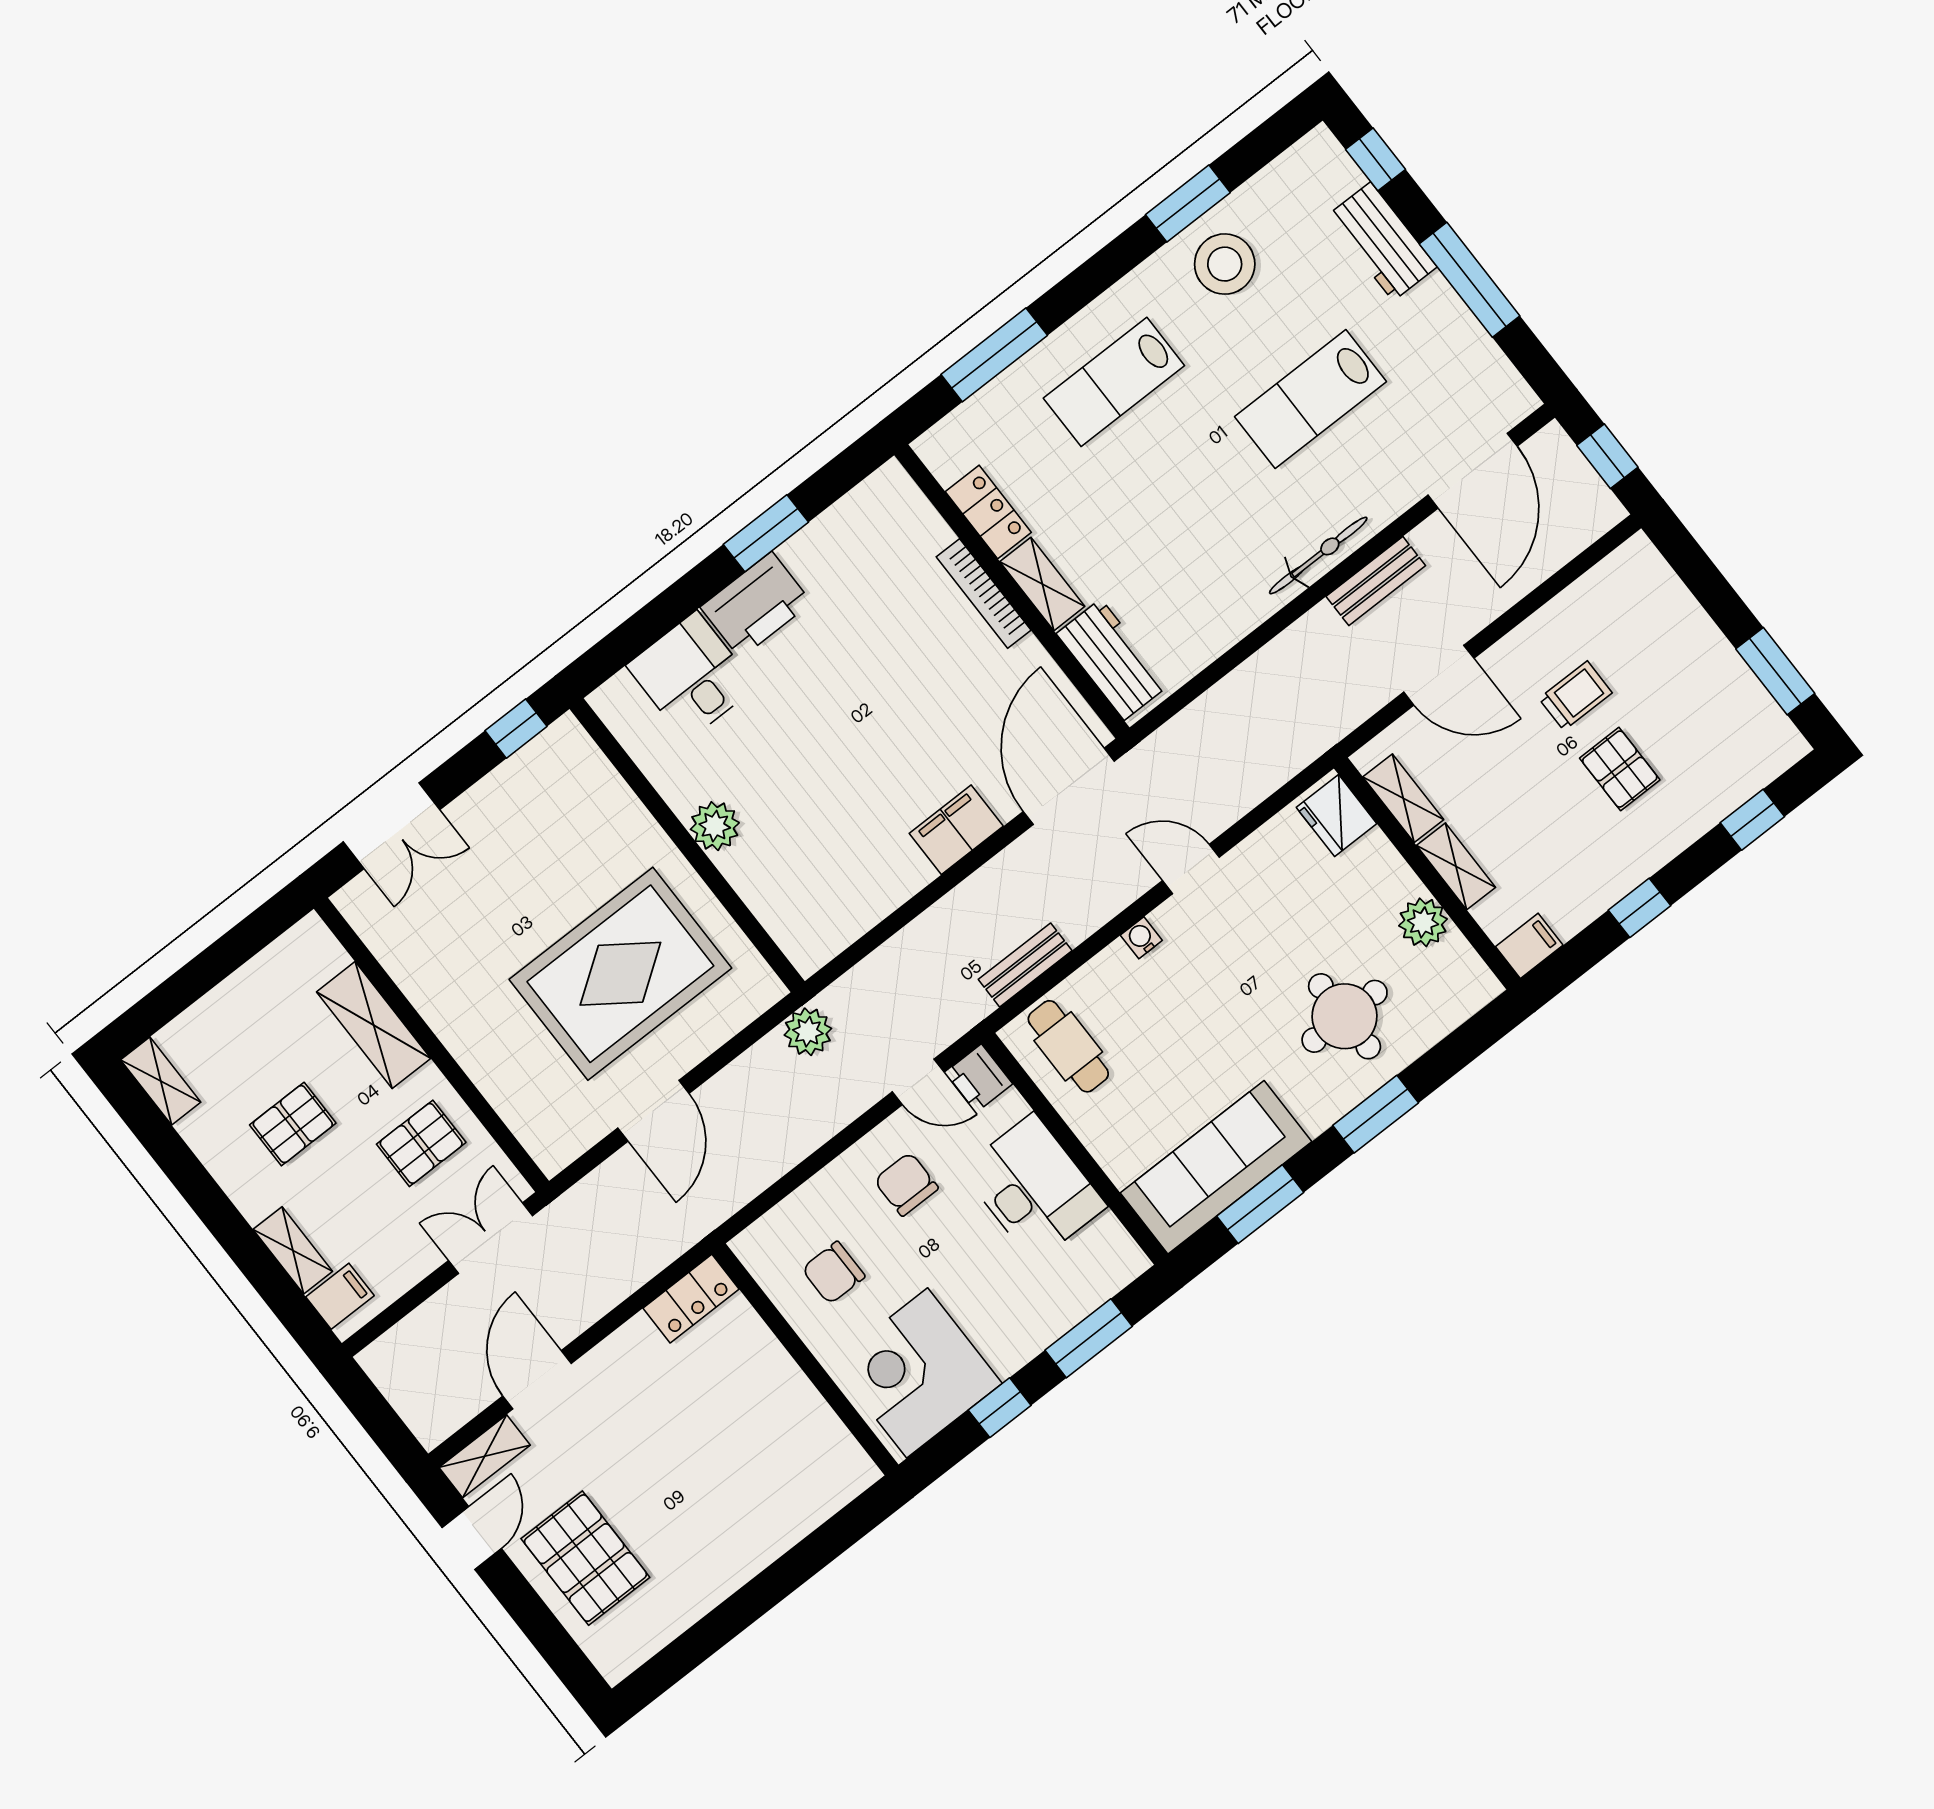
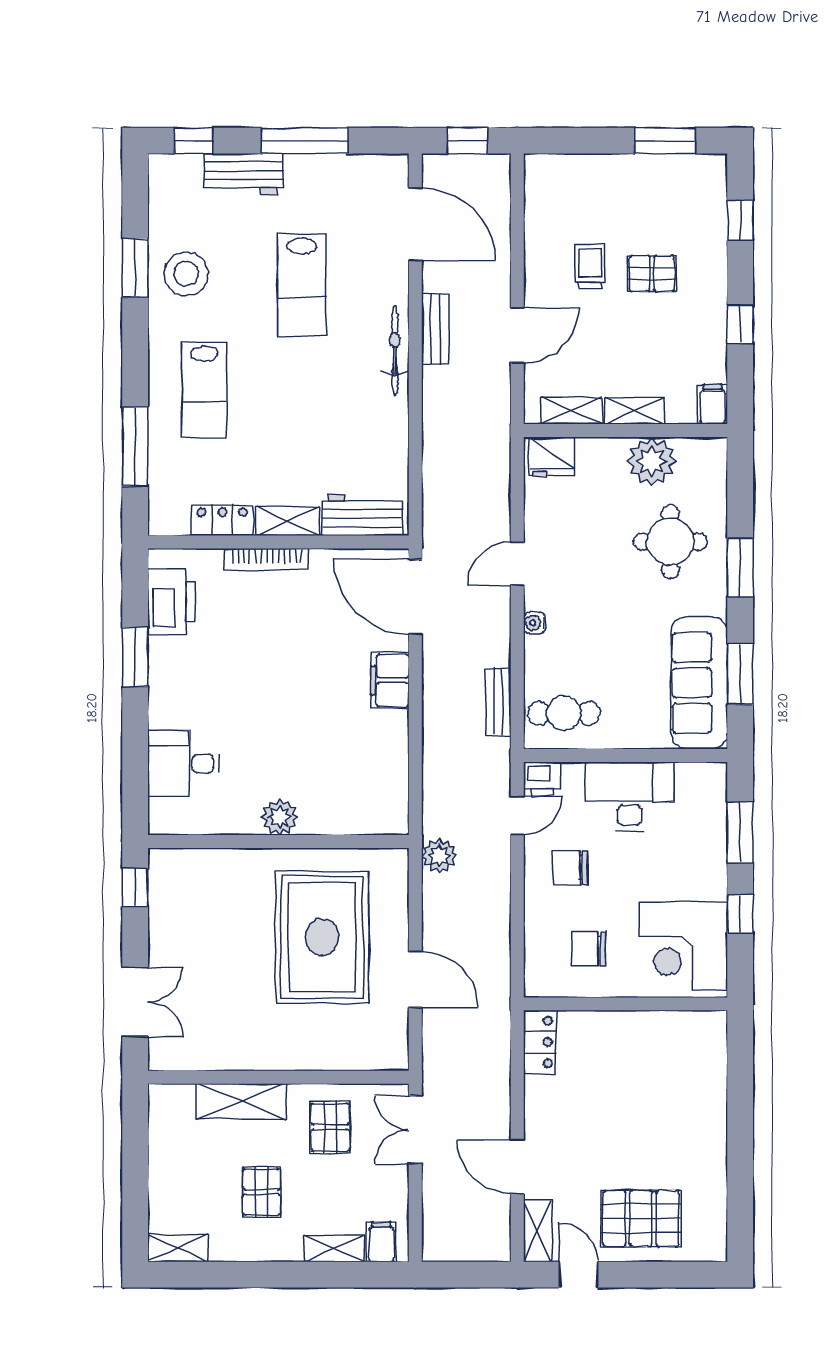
printer: (756, 605) -> (172, 602), moved
plant: (1423, 922) -> (652, 461), width x1.36, depth x1.36
chair: (833, 1273) -> (589, 949), turned 90

